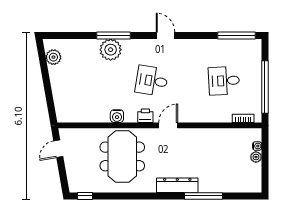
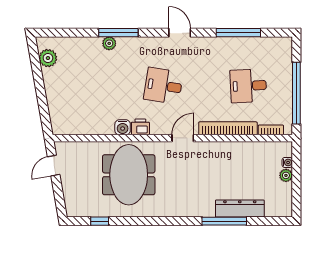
window: (236, 35) -> (238, 33), moved
plant: (111, 50) -> (109, 43), width x0.53, depth x0.53
printer: (145, 116) -> (140, 127), moved
bookcase: (207, 117) -> (228, 128), added
dresser: (177, 185) -> (240, 209), moved
window: (85, 196) -> (100, 221), moved

